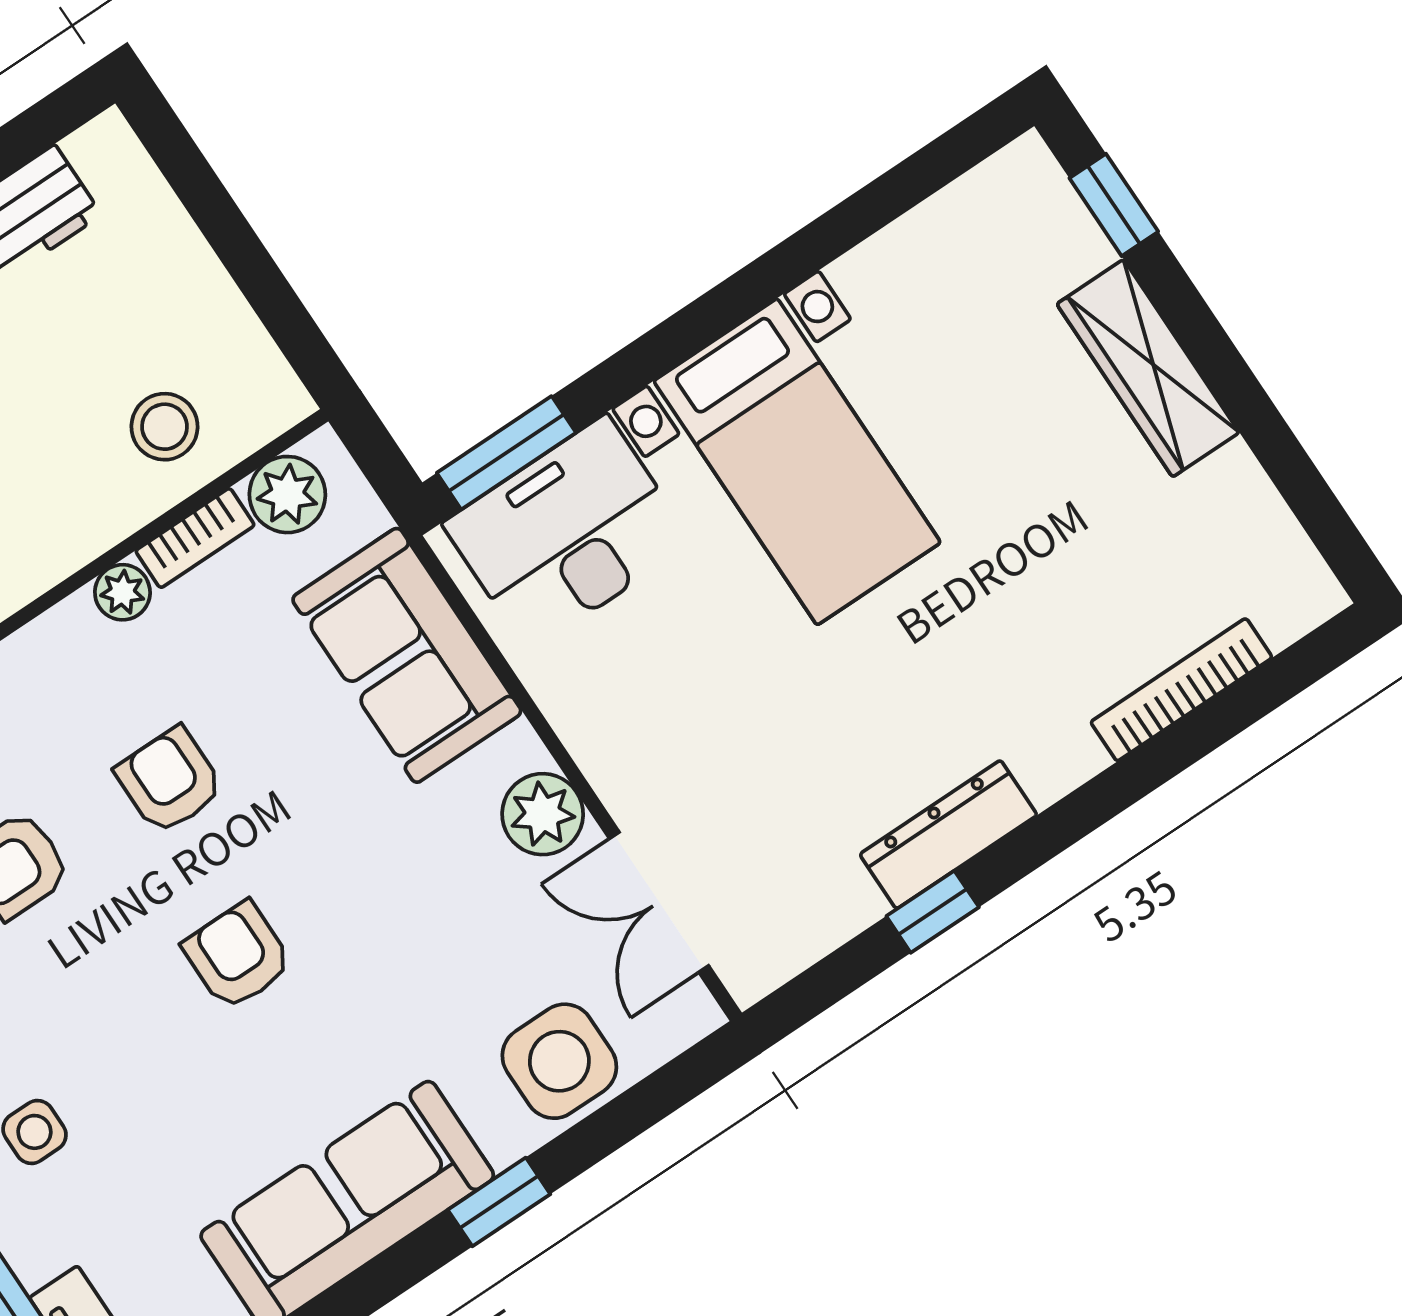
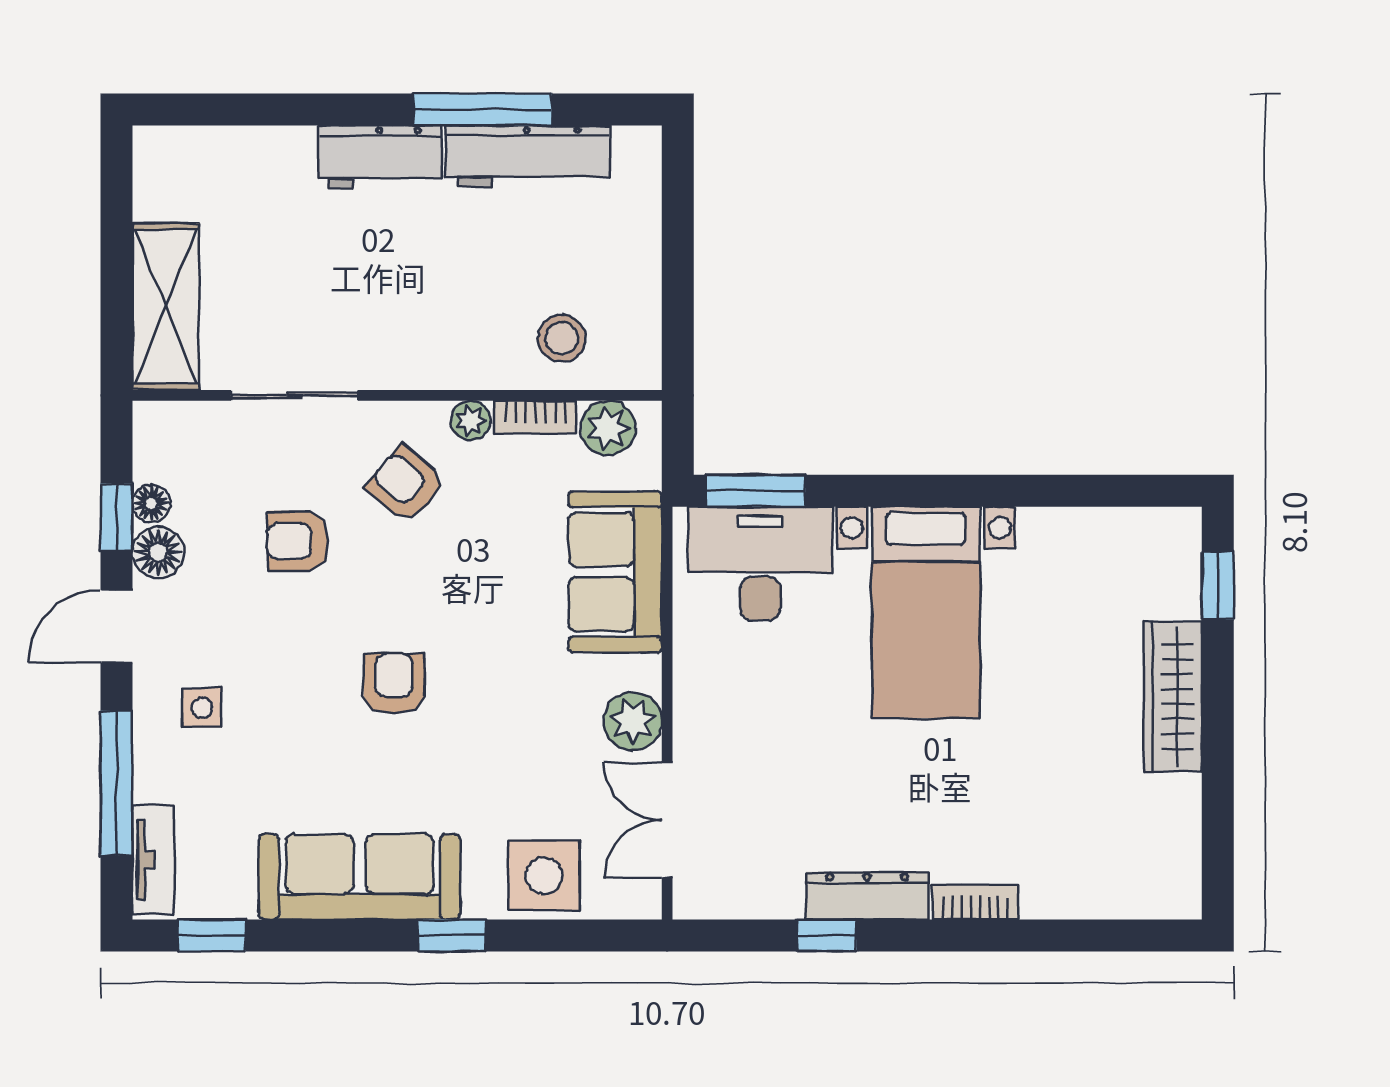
bookcase: (1181, 690) -> (976, 902), moved, width x0.64
armchair: (170, 781) -> (406, 484), moved, turned -49

